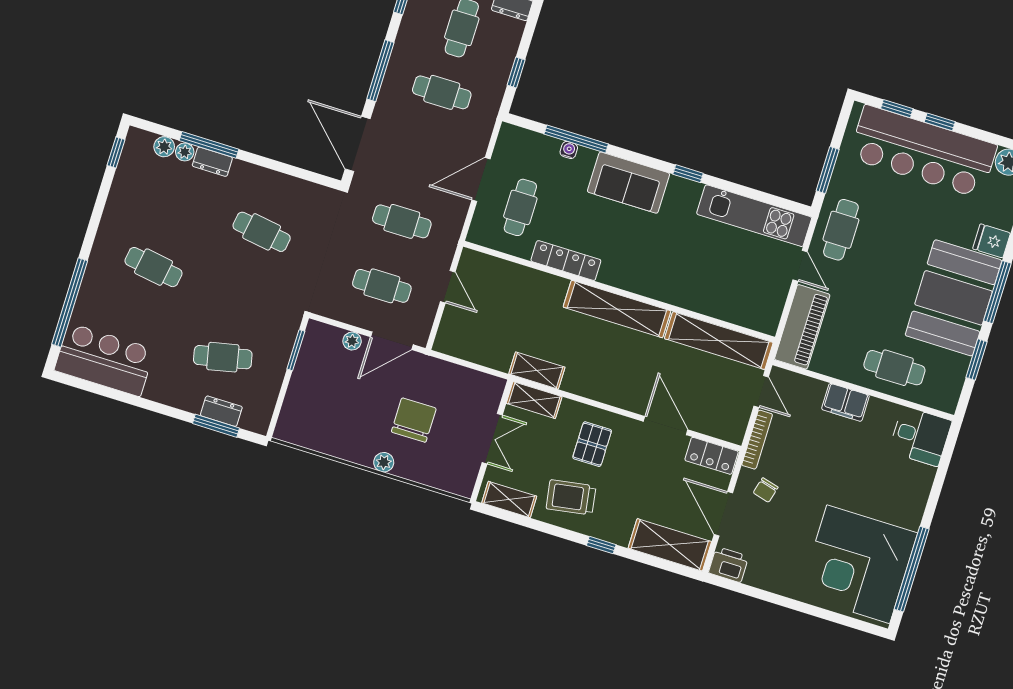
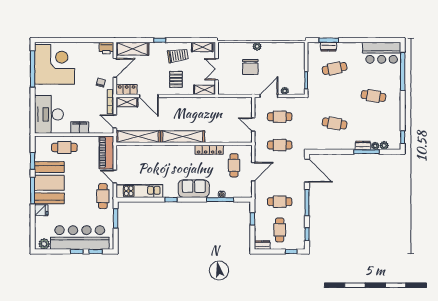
shelving: (537, 371) -> (127, 102), moved
desk: (920, 436) -> (49, 114), width x1.87, depth x1.30
door: (723, 514) -> (115, 68), hinge flipped

